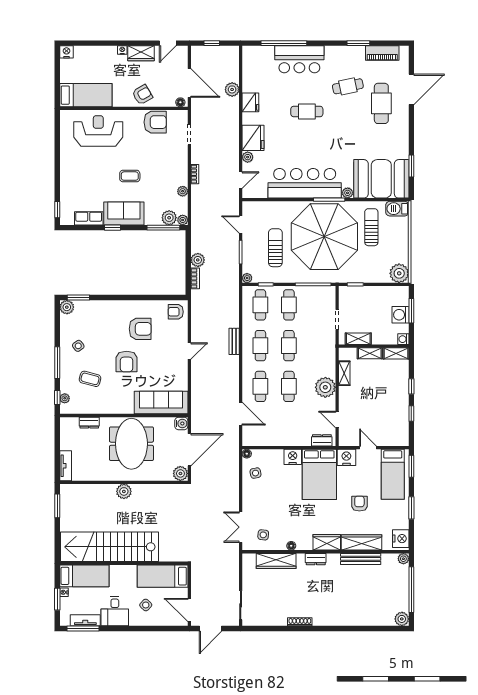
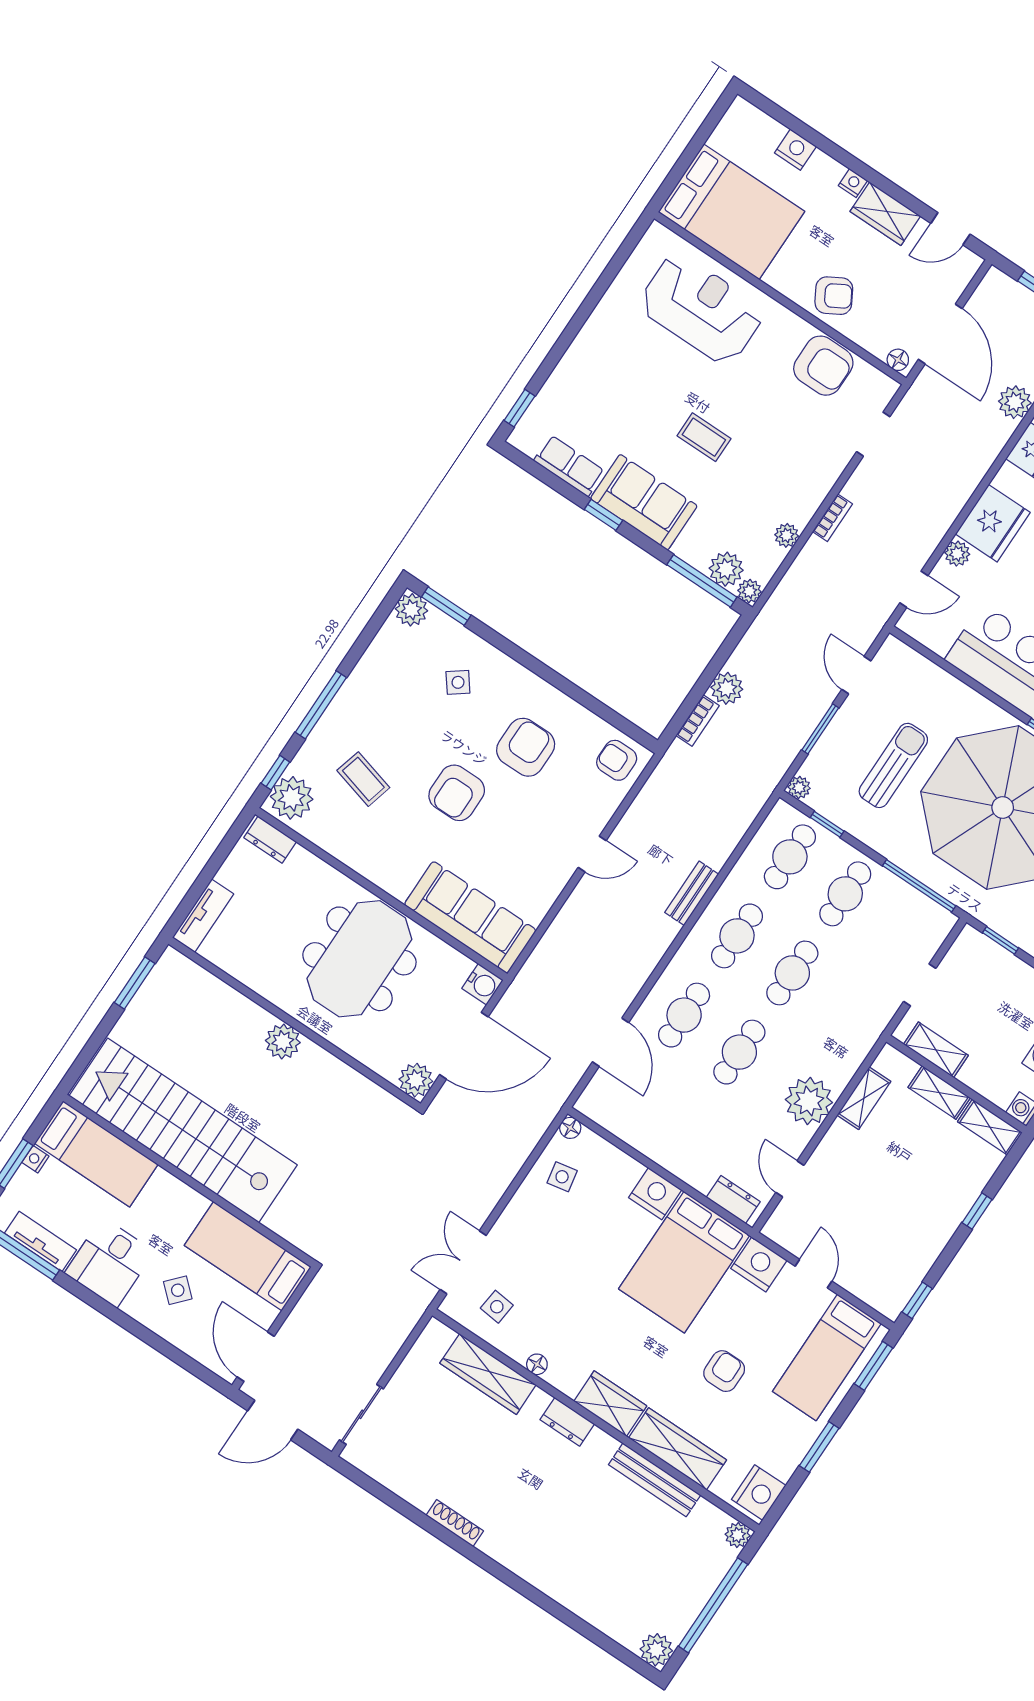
nightstand: (67, 52) -> (795, 150), moved
bed: (86, 95) -> (731, 212), width x1.50
armchair: (140, 329) -> (526, 747), turned -90
side table: (78, 346) -> (458, 682), moved
plant: (65, 398) -> (292, 798), width x1.88, depth x1.88
window: (411, 413) -> (917, 1300), moved
dresser: (89, 423) -> (270, 840), moved

